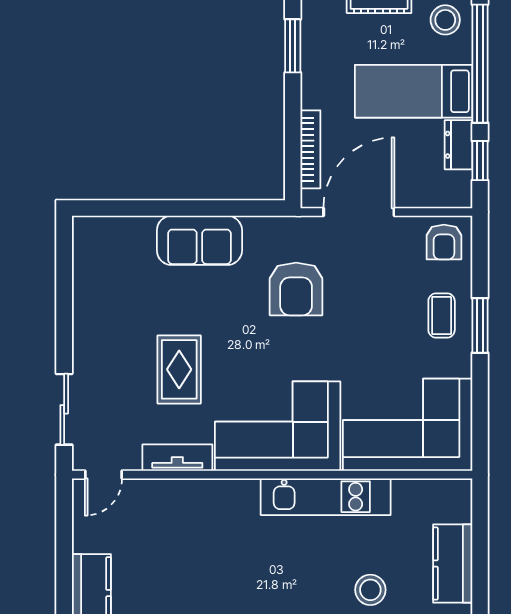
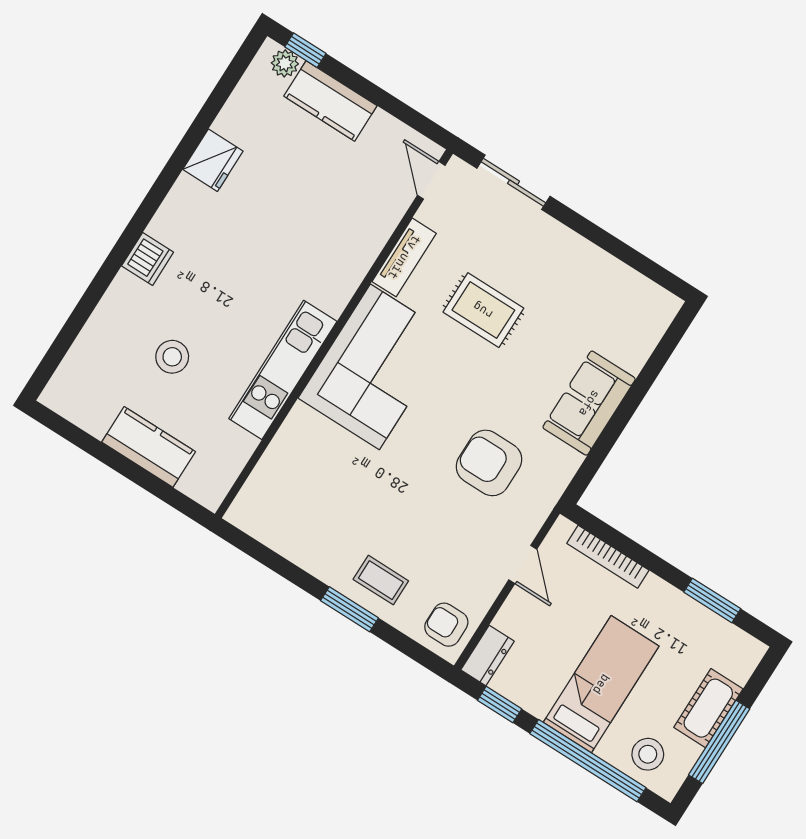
dresser: (458, 145) -> (487, 656), moved, turned 90
door: (359, 212) -> (523, 565), width x0.53
corner sofa: (408, 425) -> (301, 486), removed

